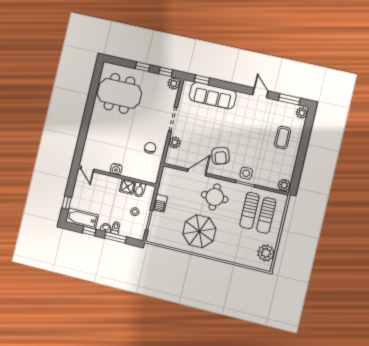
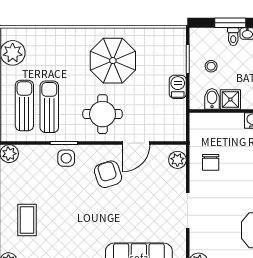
plant: (175, 142) -> (177, 160), moved

